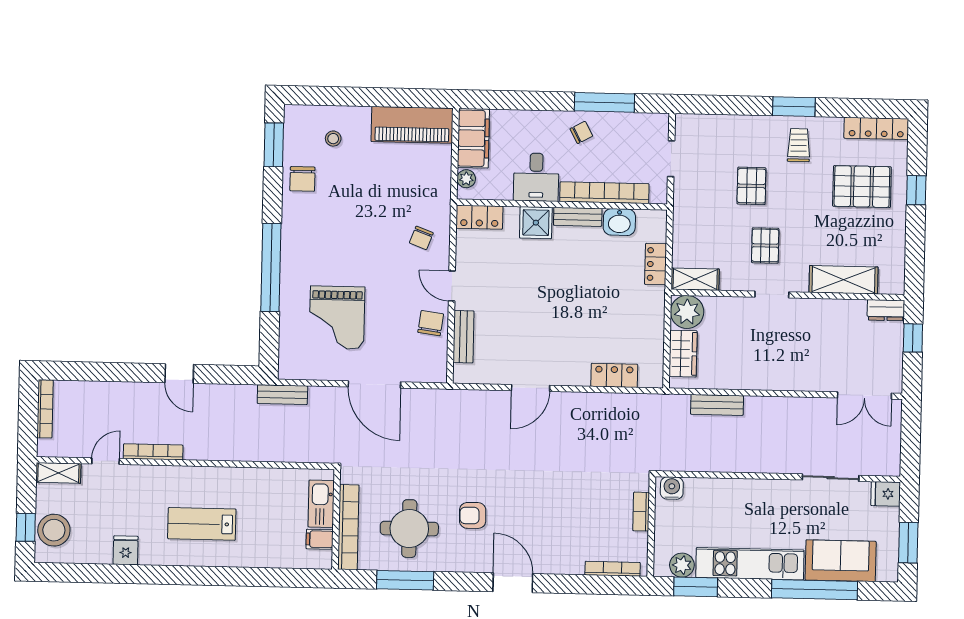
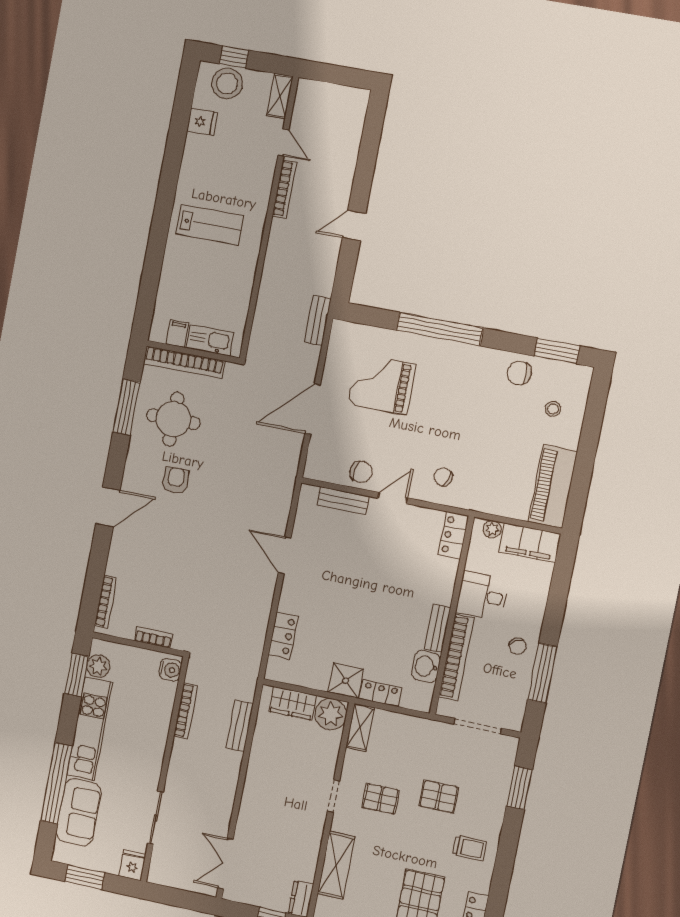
window: (794, 107) -> (519, 788), moved
doorway: (671, 159) -> (478, 726), width x1.38
shower: (536, 223) -> (346, 681), moved
bookcase: (45, 409) -> (185, 711), moved, turned -90
lab bench: (202, 524) -> (210, 225), turned 90
fridge: (126, 550) -> (202, 122), moved

